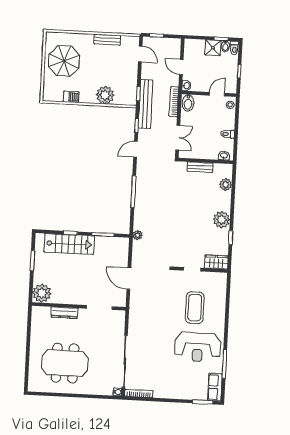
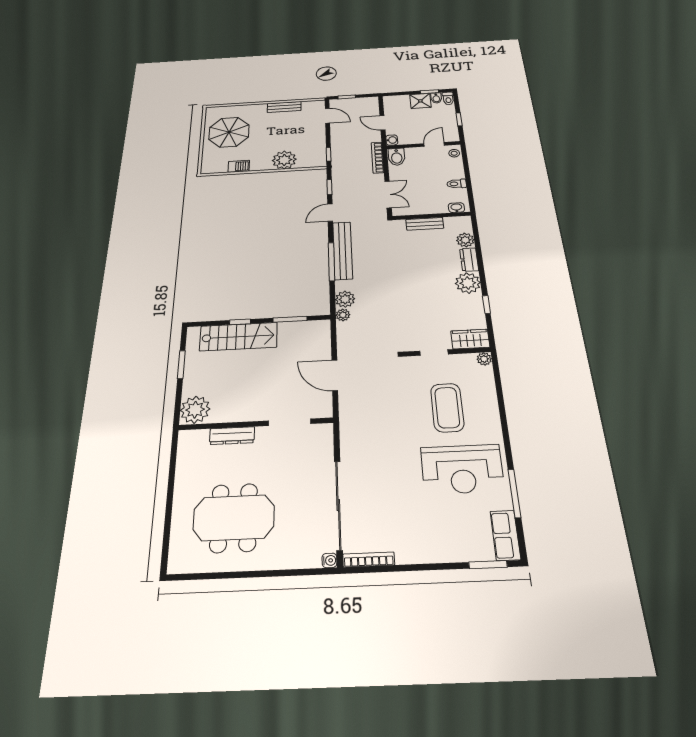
bench: (145, 104) -> (343, 250), moved
dresser: (225, 201) -> (469, 260), added
plant: (140, 223) -> (345, 299), added
plant: (222, 277) -> (484, 359), added

